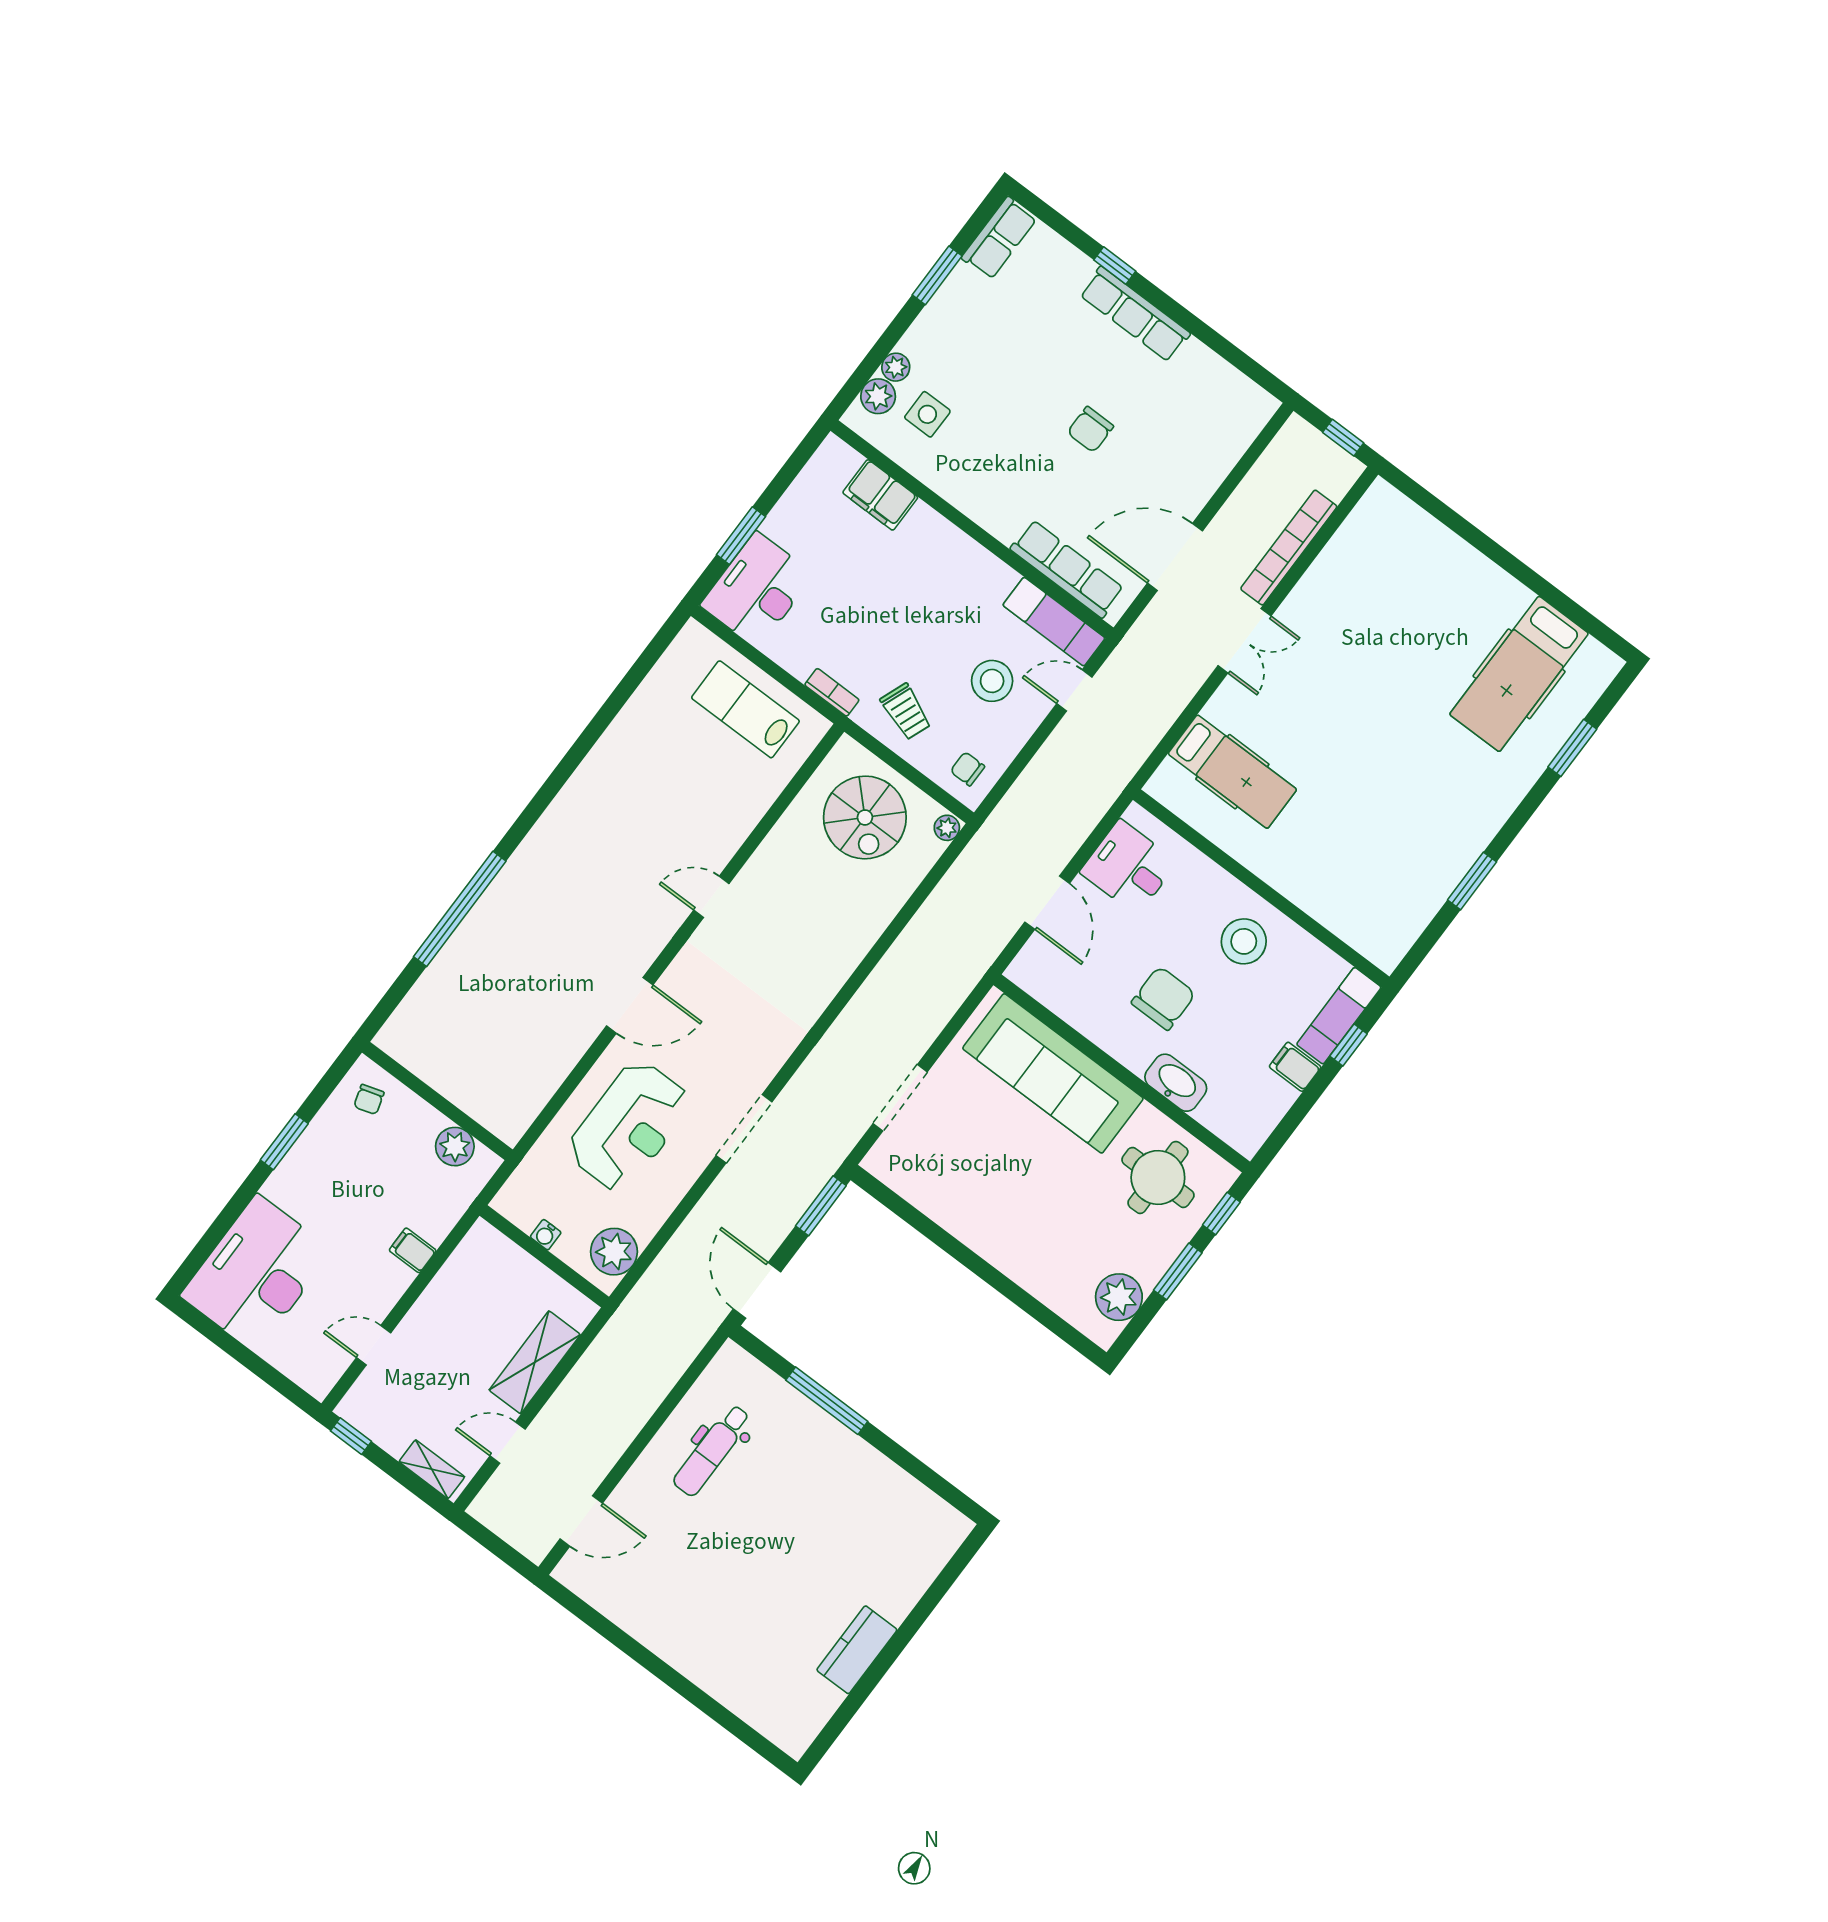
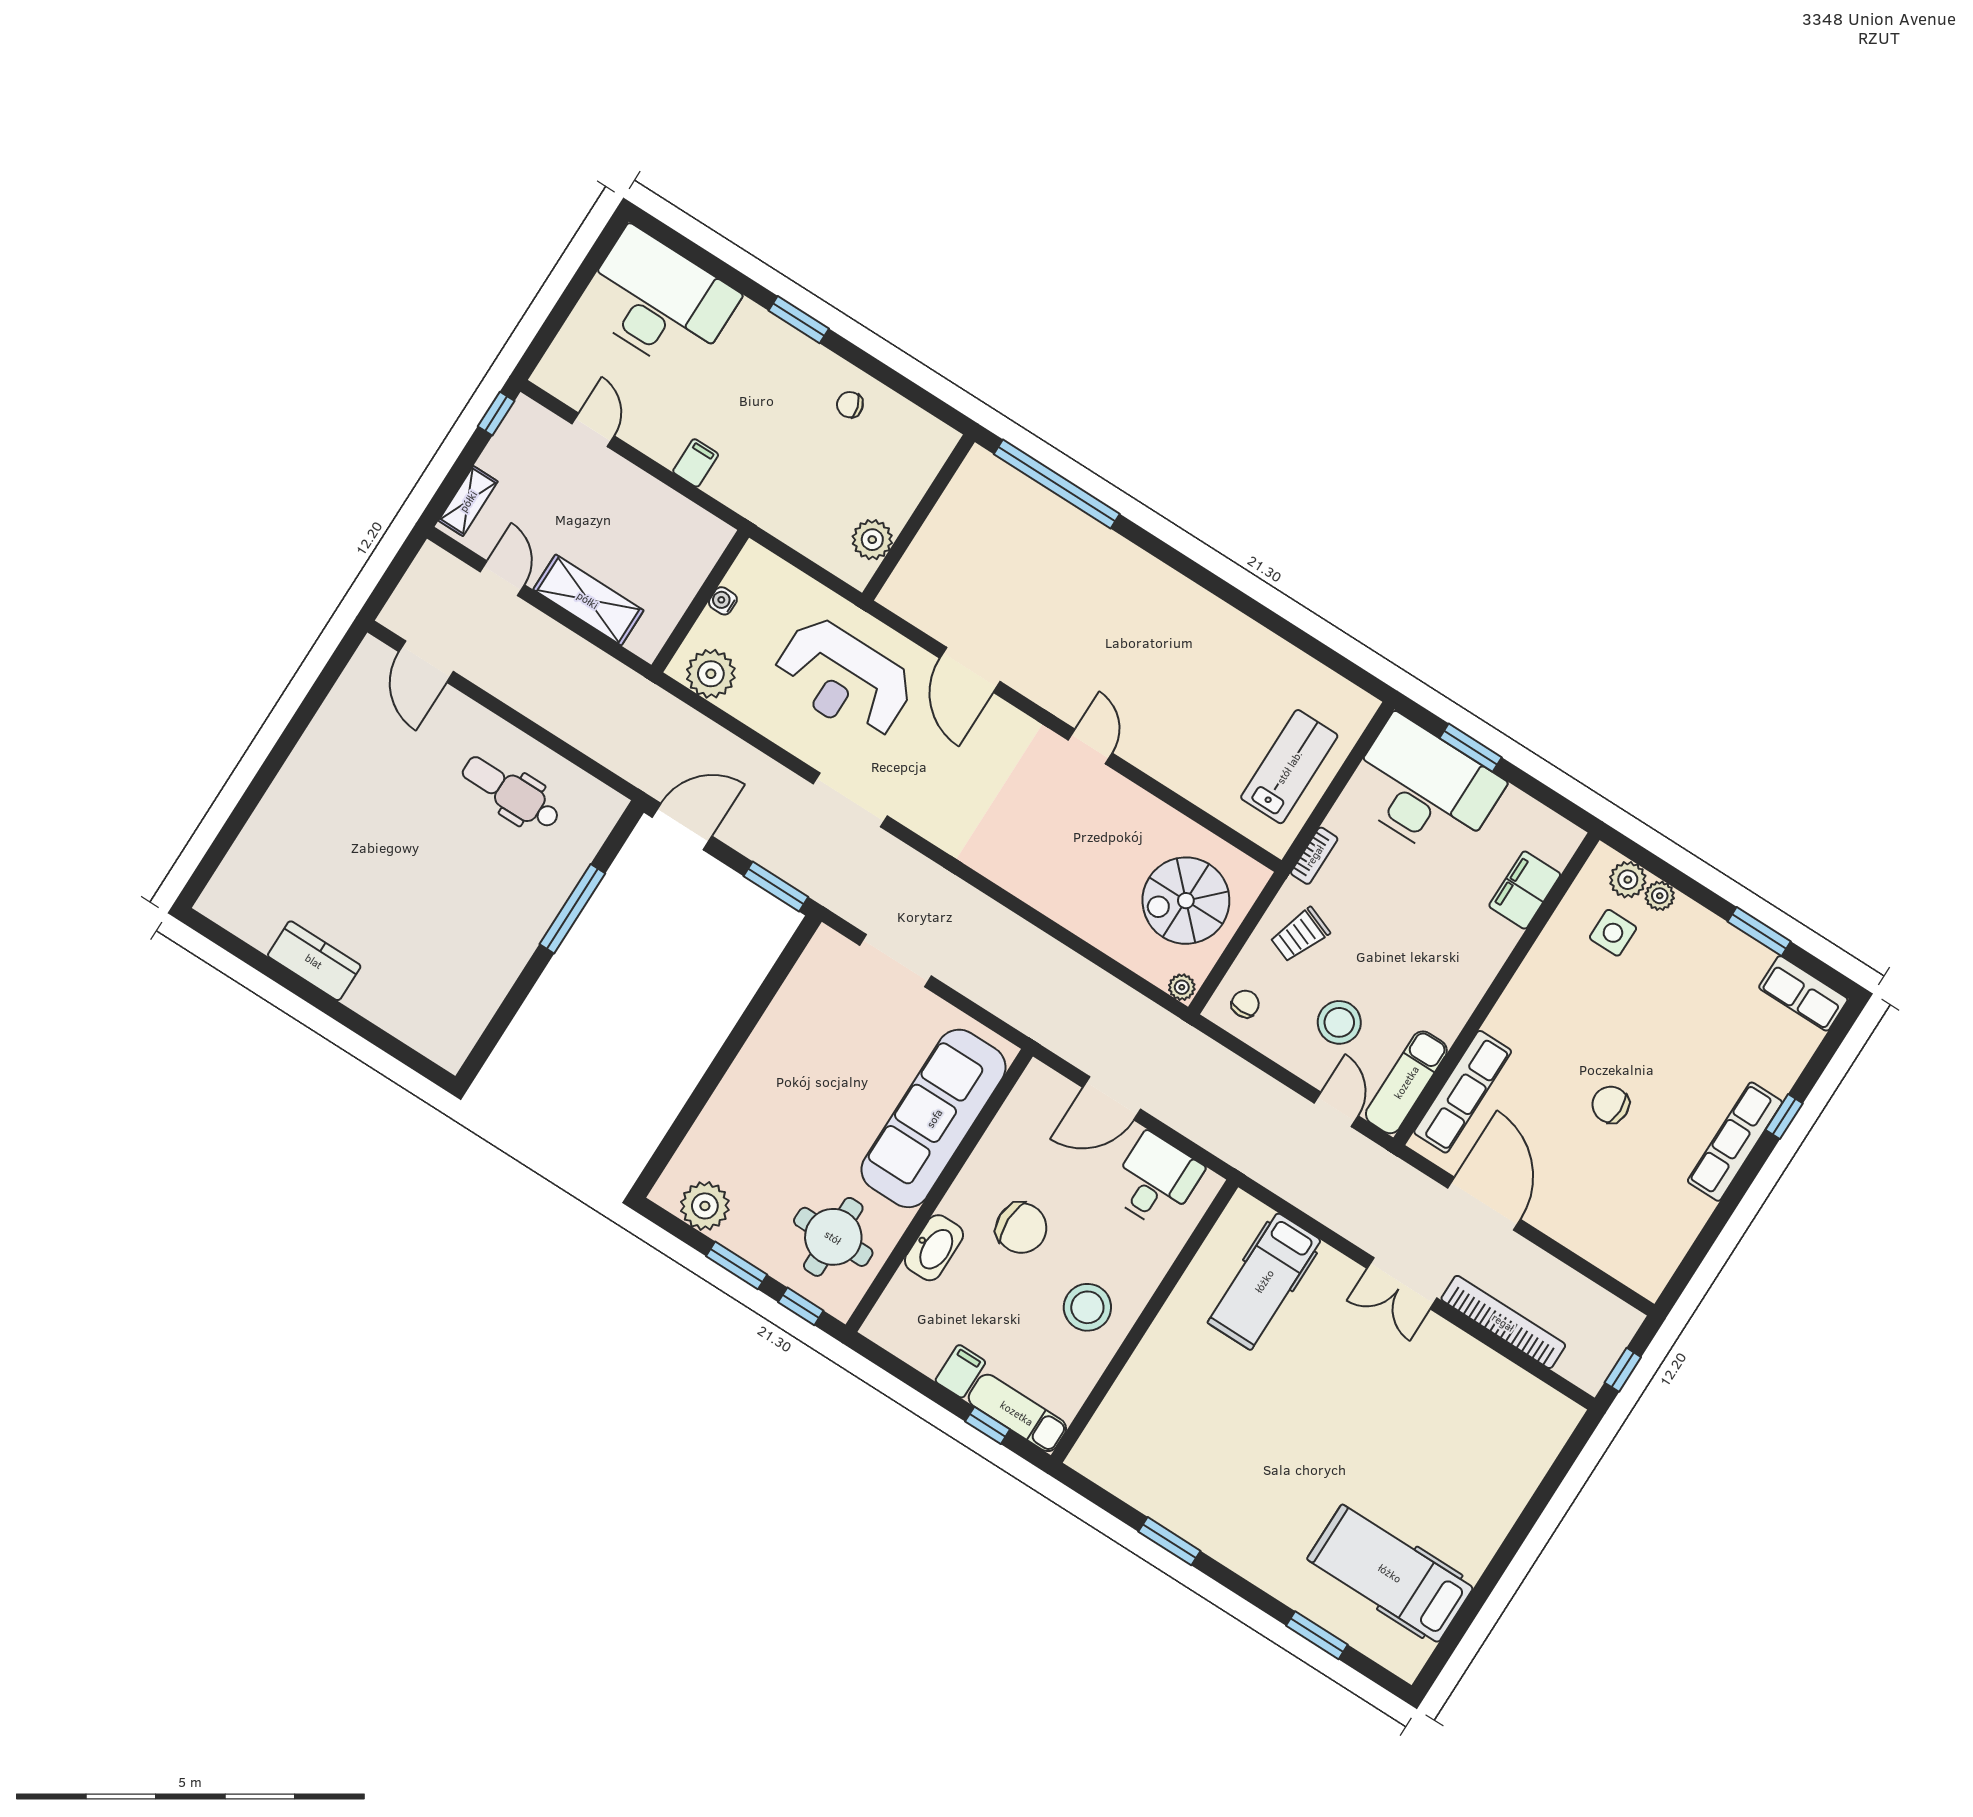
desk: (757, 590) -> (1424, 789), width x1.36, depth x1.30
wall: (437, 1101) -> (918, 518), moved
plant: (455, 1147) -> (872, 540), moved

